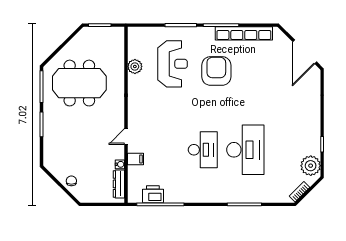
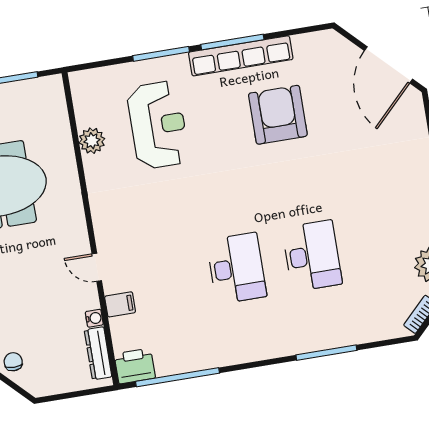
row of seats: (244, 33) -> (241, 56), moved
armchair: (216, 71) -> (278, 115), moved
door: (126, 137) -> (97, 267), hinge flipped
desk: (245, 150) -> (312, 256), width x0.73, depth x0.77
printer: (153, 194) -> (135, 366), moved

